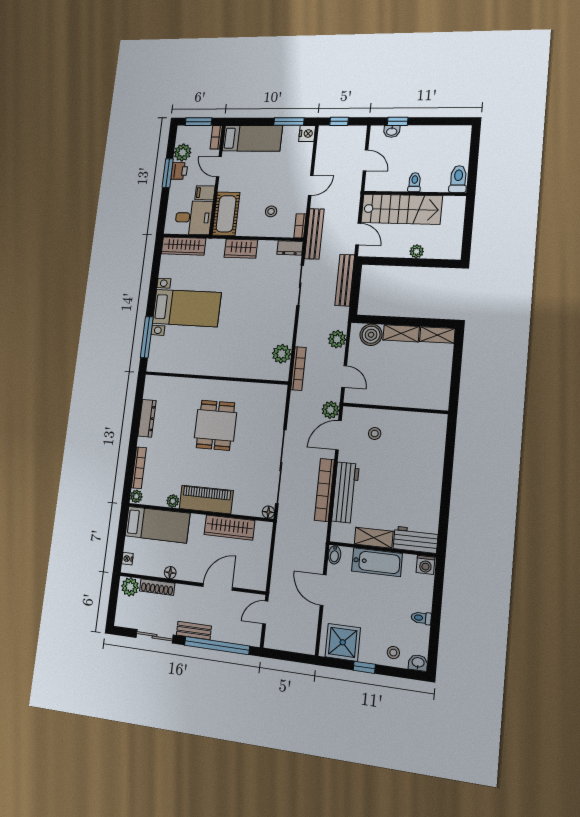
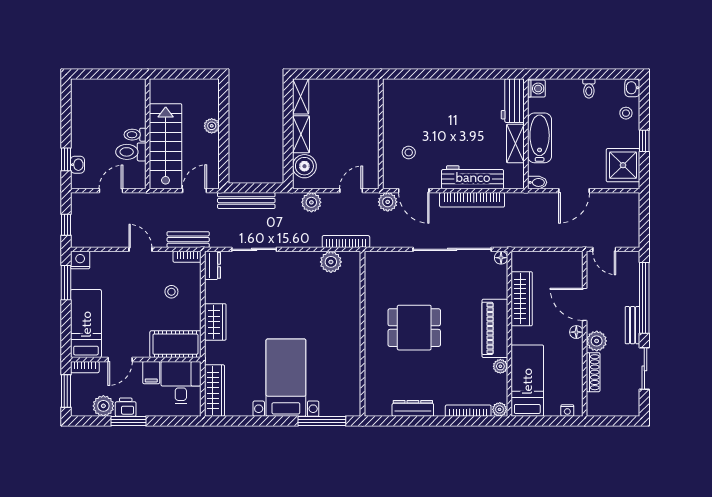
toilet: (458, 179) -> (131, 152), moved
bench: (314, 234) -> (188, 240), width x0.73
floor lamp: (170, 573) -> (576, 332), moved
plant: (130, 587) -> (597, 341), moved

